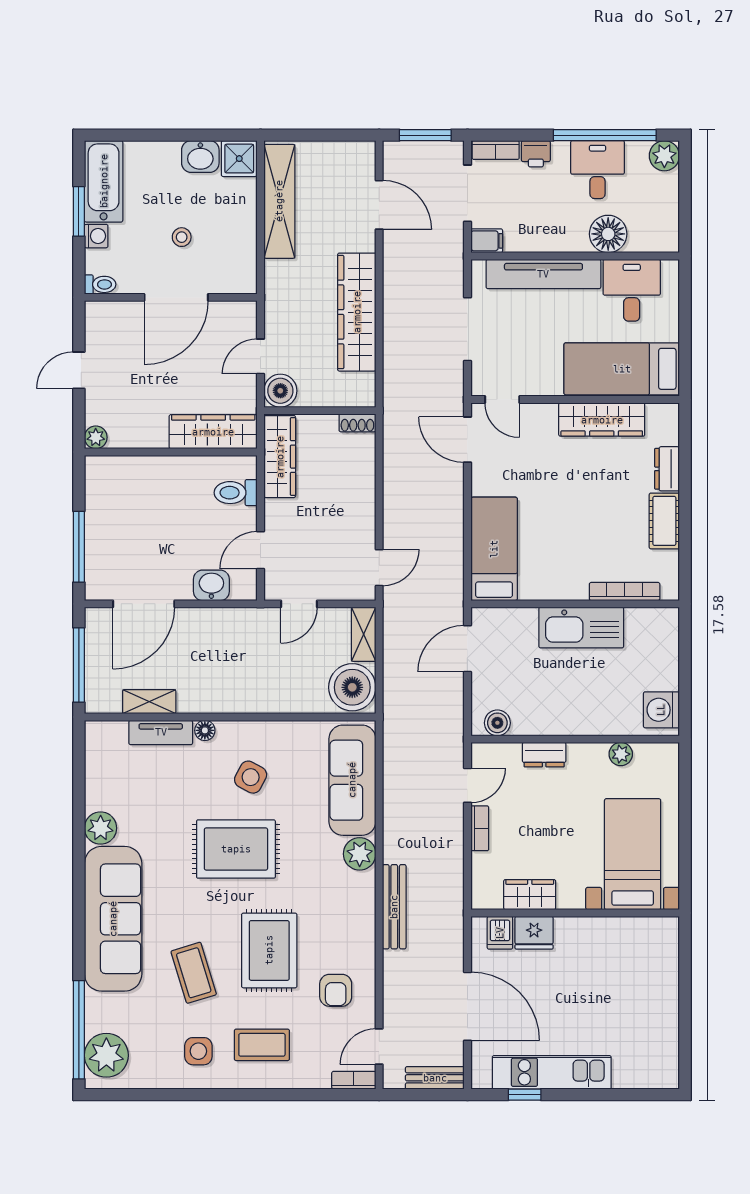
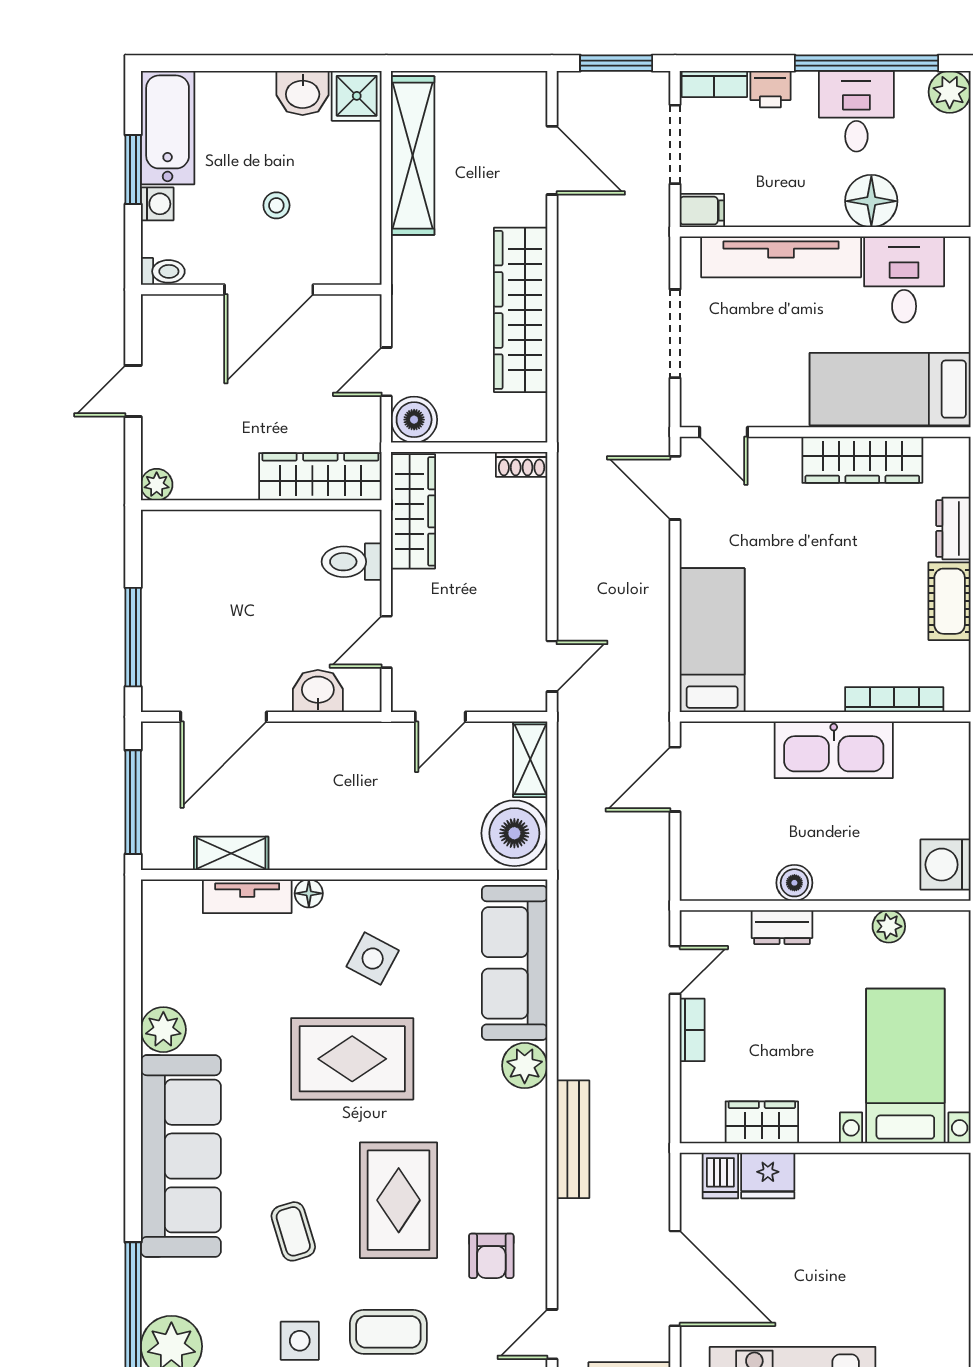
boiler: (497, 723) -> (794, 883), moved
coffee table: (194, 973) -> (293, 1231), width x0.73, depth x0.77

